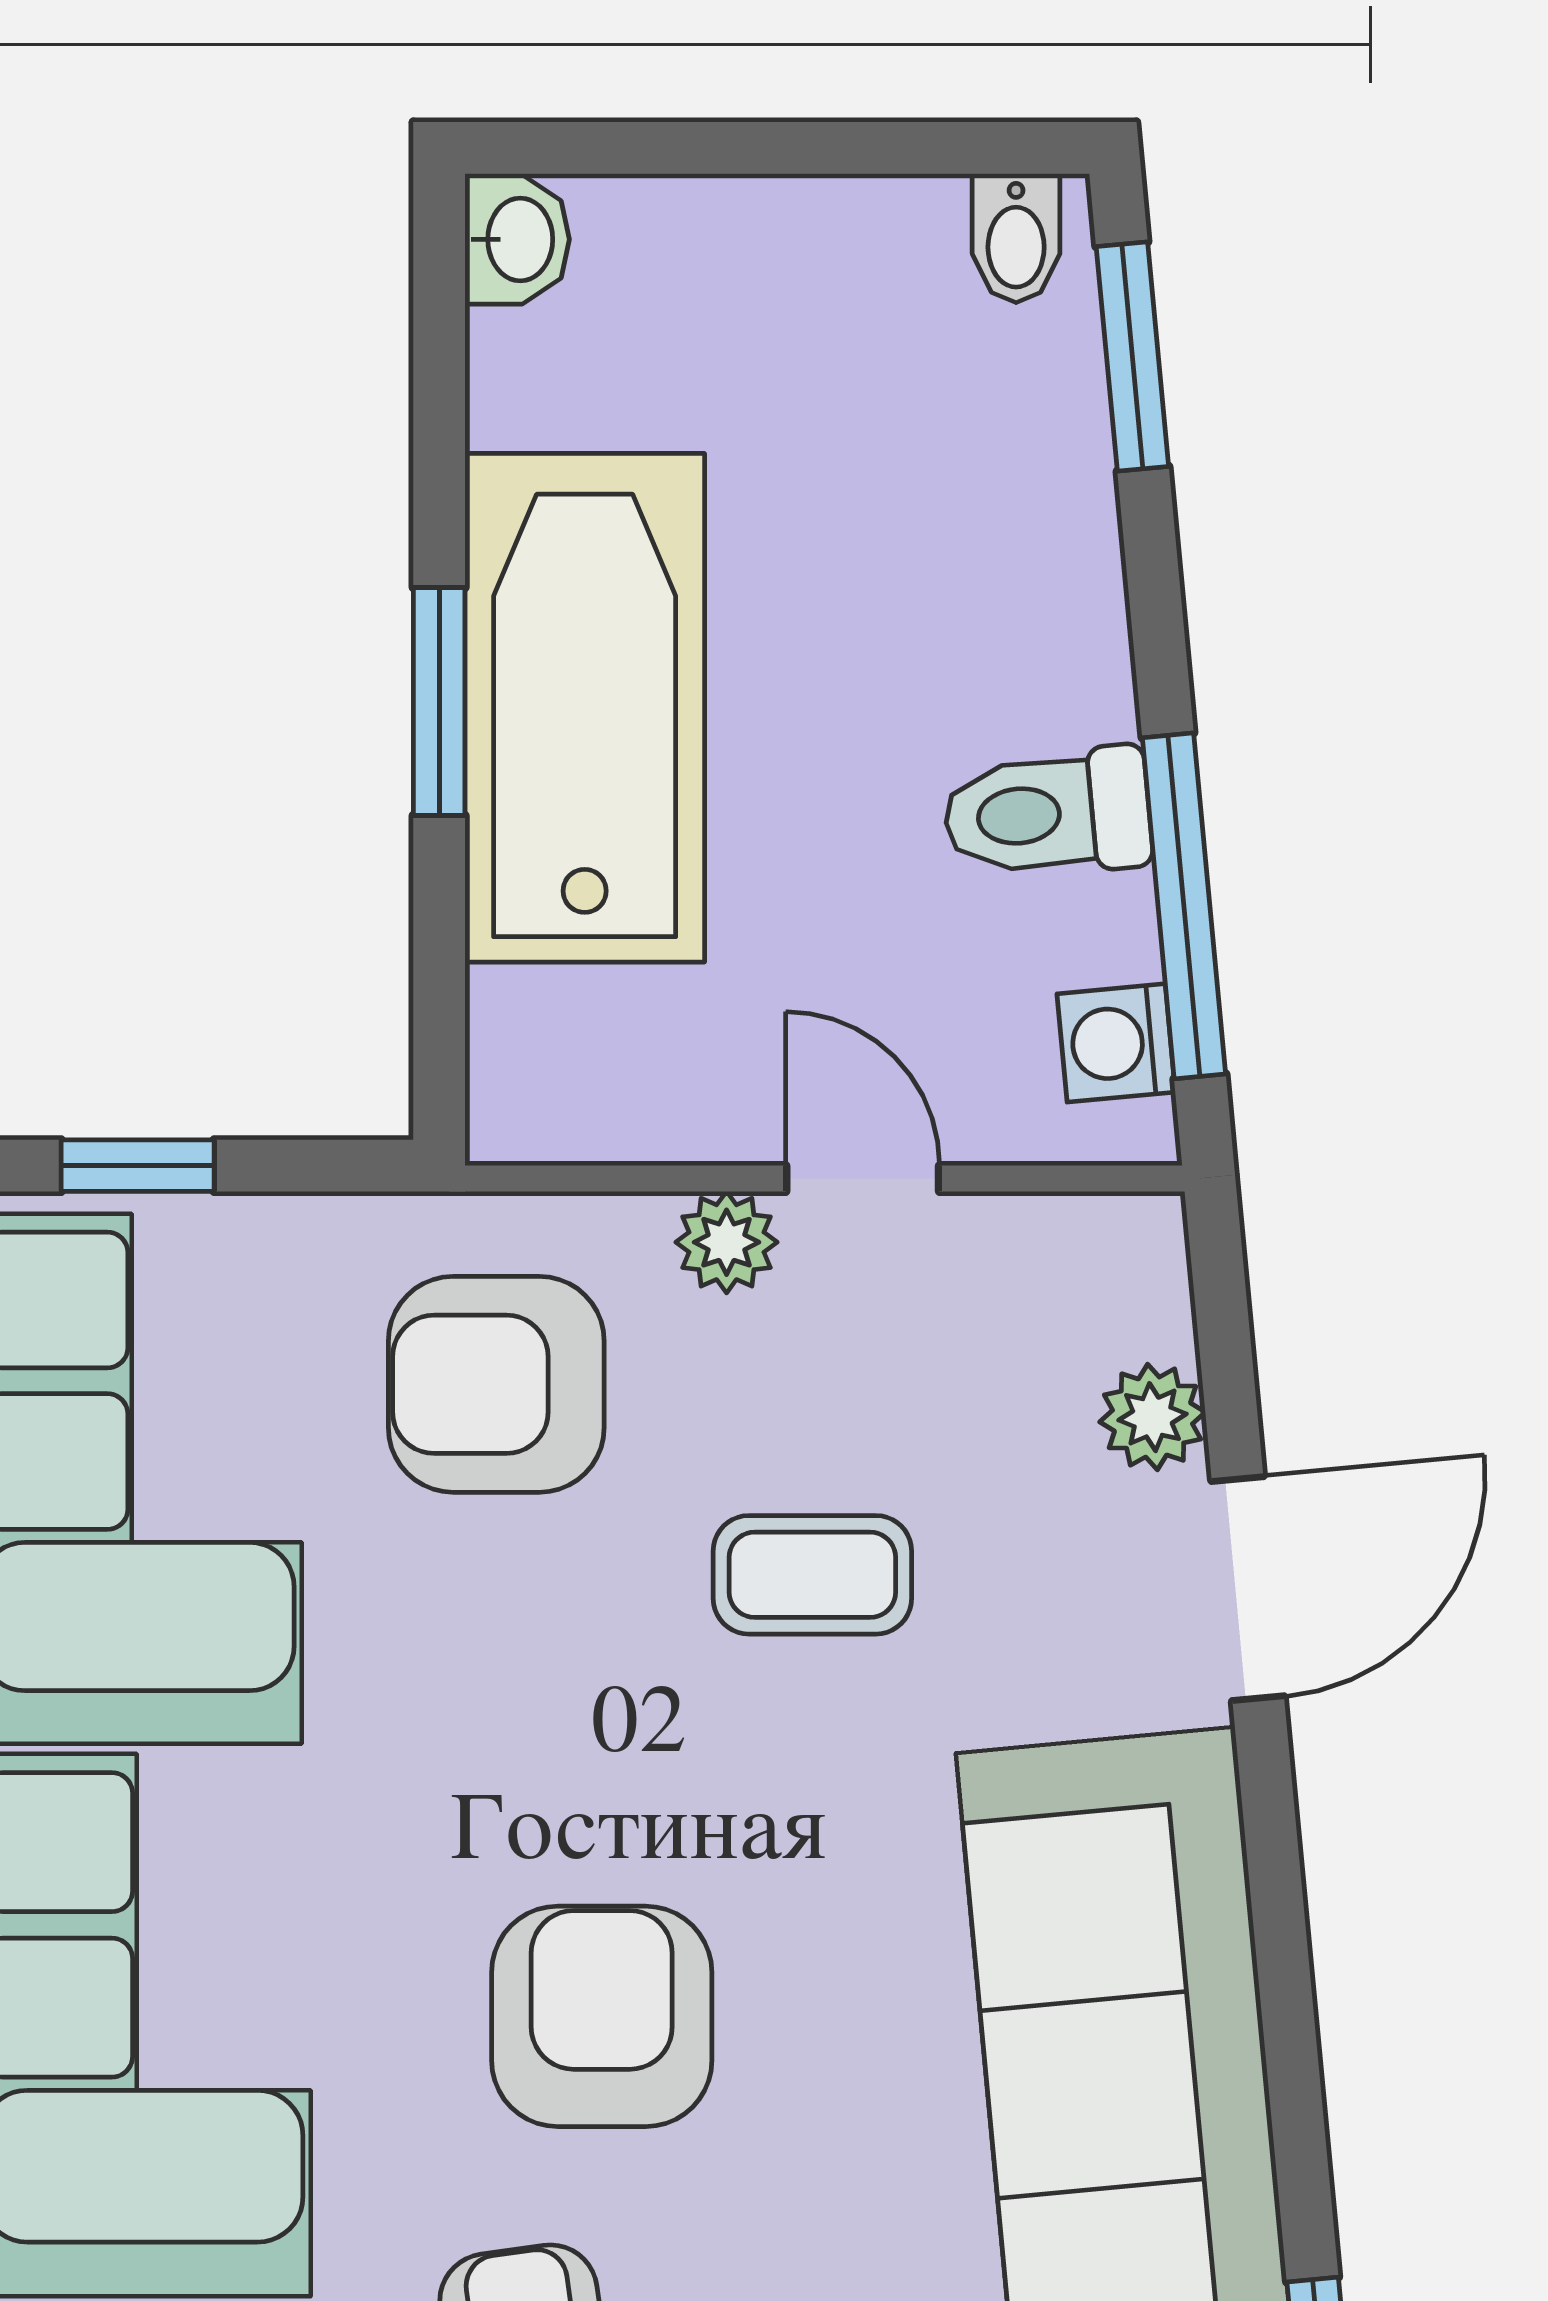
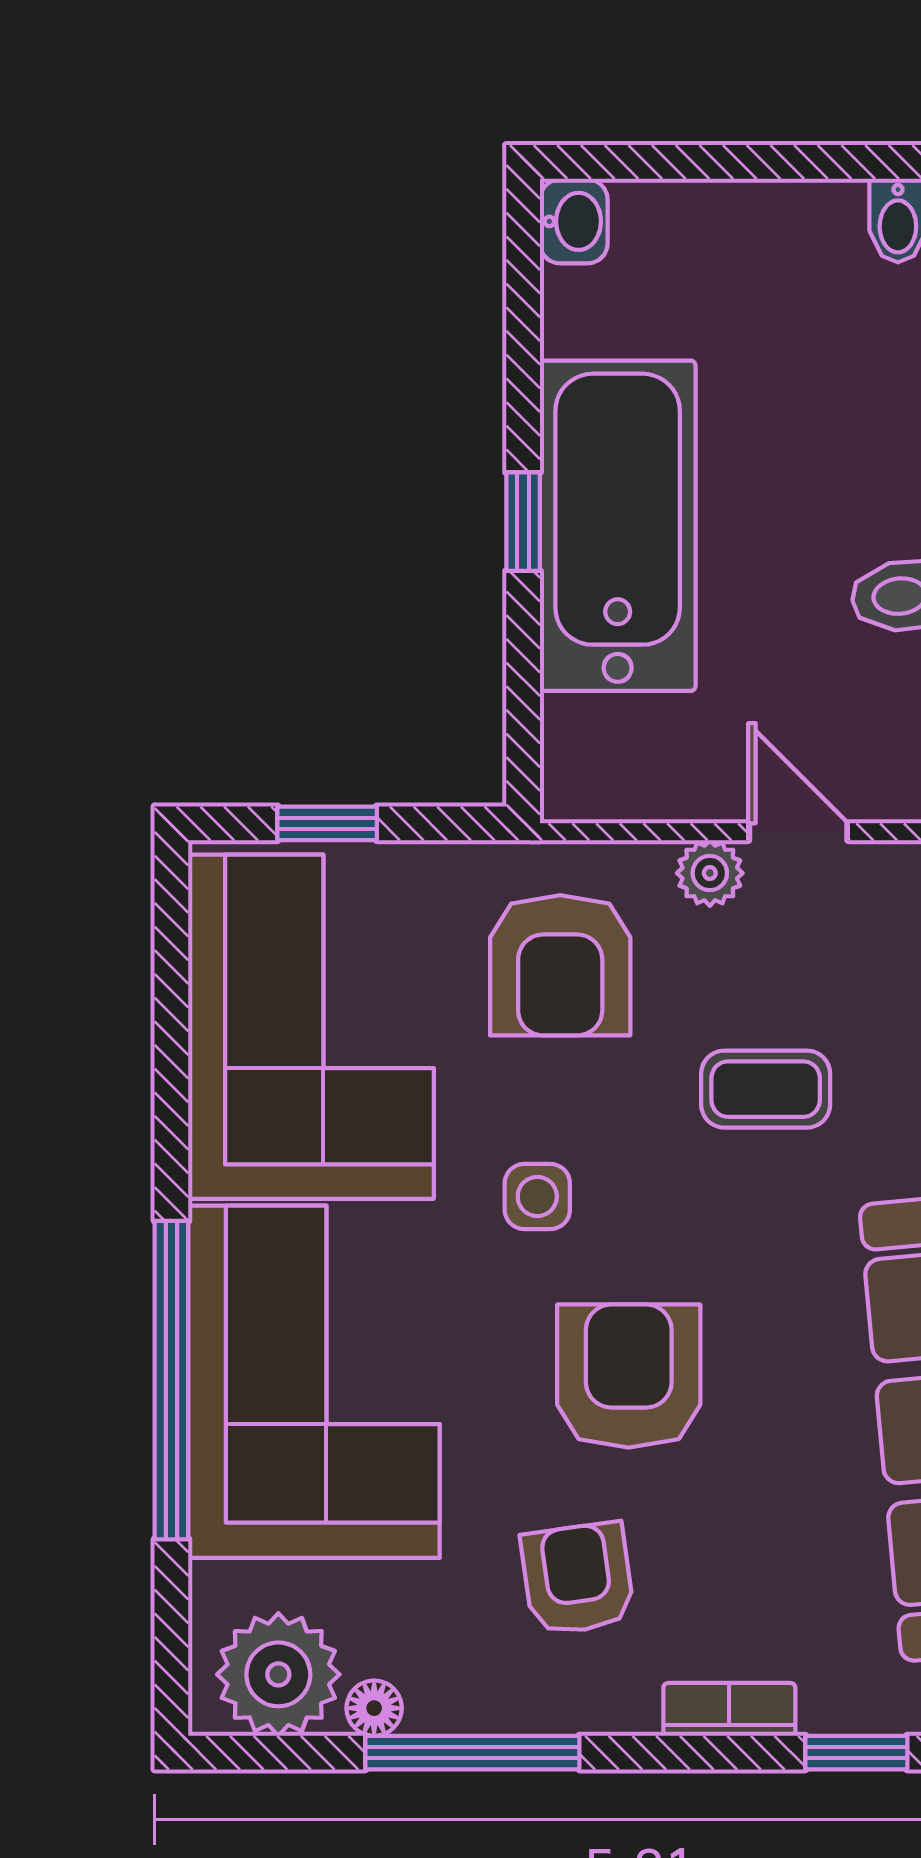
window: (439, 701) -> (523, 522), width x0.67
armchair: (496, 1384) -> (560, 965), turned -90
side table: (461, 1740) -> (537, 1196), added

